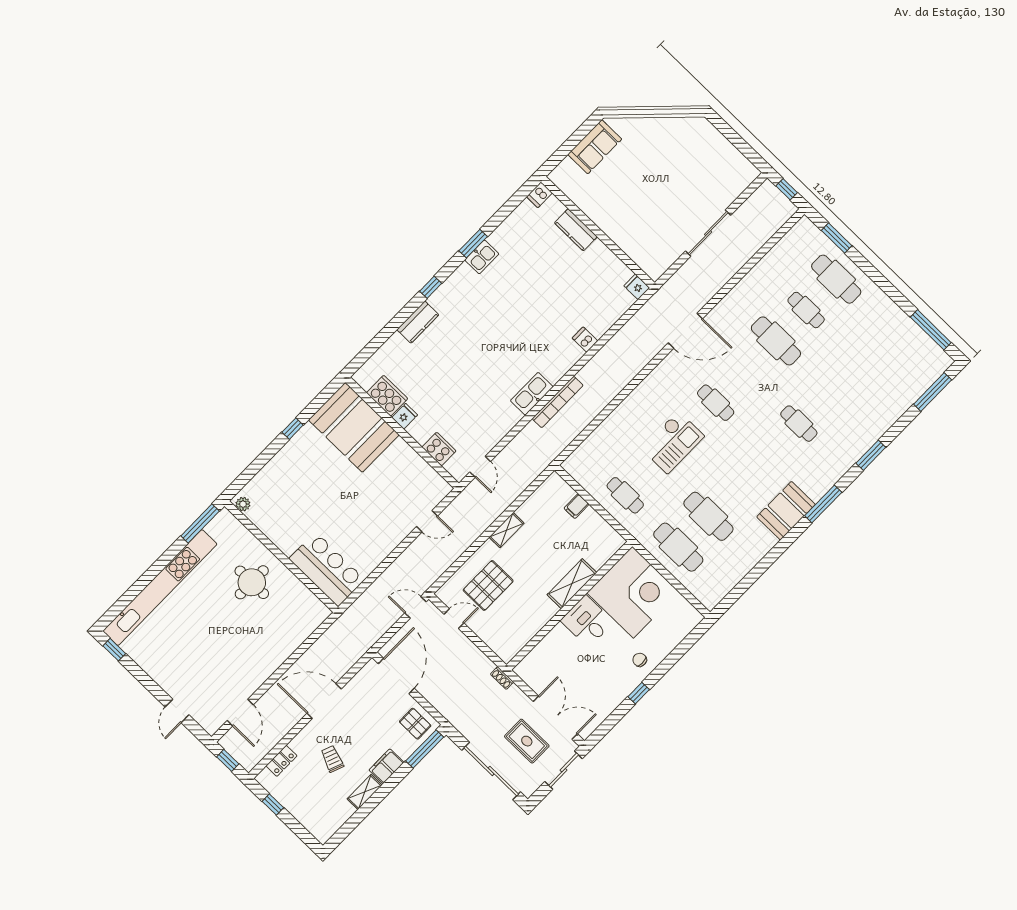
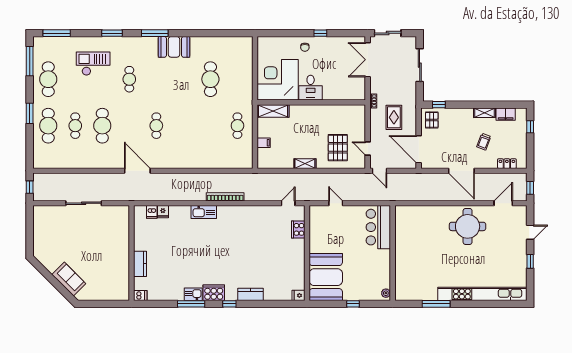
sofa: (595, 147) -> (69, 279), moved, turned 45
window: (837, 238) -> (30, 113), moved
window: (473, 244) -> (191, 304), width x1.44
fridge: (637, 287) -> (163, 212), moved
dishwasher: (585, 340) -> (152, 212), moved
kitchen sink: (532, 394) -> (204, 212), moved
cooker: (387, 396) -> (214, 293), moved, turned 90
fridge: (405, 416) -> (298, 295), moved
checkout: (673, 442) -> (93, 64), moved
plant: (243, 504) -> (386, 293), moved
cafe table: (678, 547) -> (48, 79), moved
wall: (281, 557) -> (393, 253), moved
bar counter: (327, 569) -> (378, 227), moved
round table: (252, 582) -> (468, 226), moved, width x1.36, depth x1.36
shelving: (572, 584) -> (273, 111), moved
pallet: (488, 585) -> (338, 148), turned 90
window: (114, 650) -> (530, 261), moved
door: (396, 676) -> (419, 149), hinge flipped
rug: (527, 741) -> (394, 117), moved
window: (425, 749) -> (439, 105), width x0.46
filing cabinet: (387, 766) -> (506, 114), moved
sliding door: (491, 771) -> (420, 65), width x0.73
window: (273, 805) -> (530, 127), moved

